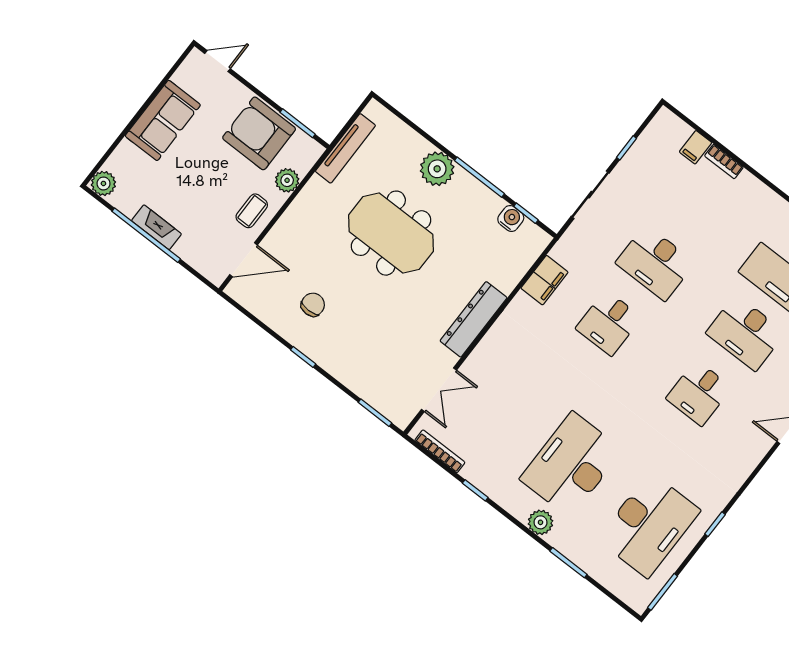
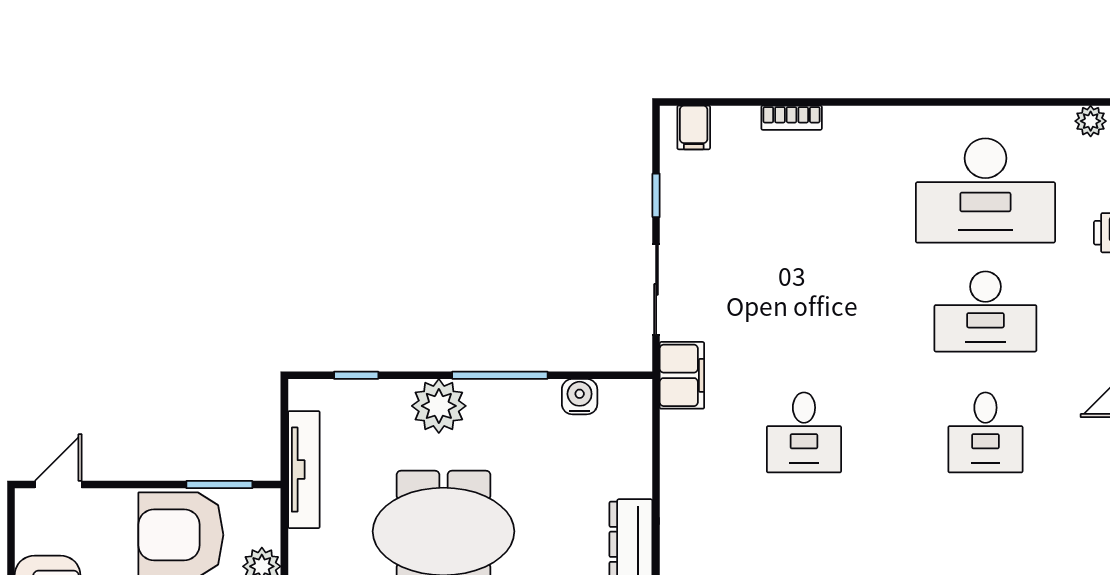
filing cabinet: (696, 147) -> (694, 127), moved
window: (526, 213) -> (356, 375), moved
desk: (655, 263) -> (804, 311), removed
filing cabinet: (545, 280) -> (682, 375), moved

